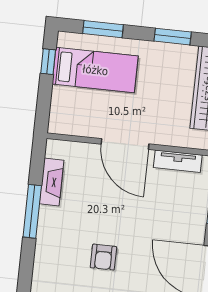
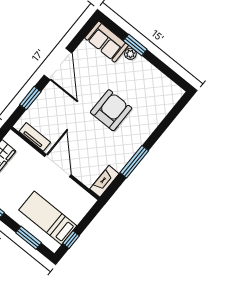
fireplace: (52, 182) -> (104, 181), moved
armchair: (103, 257) -> (111, 110), width x1.88, depth x1.88

